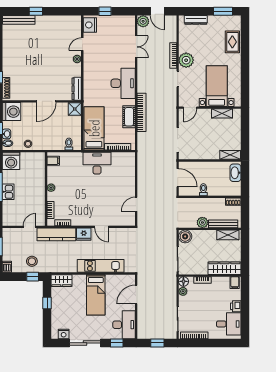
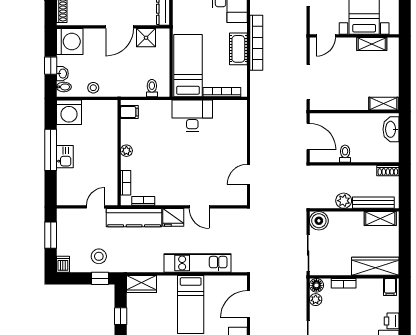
shower: (75, 109) -> (146, 38), moved

